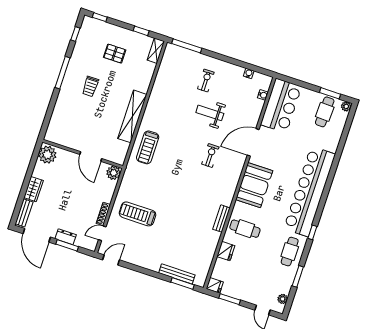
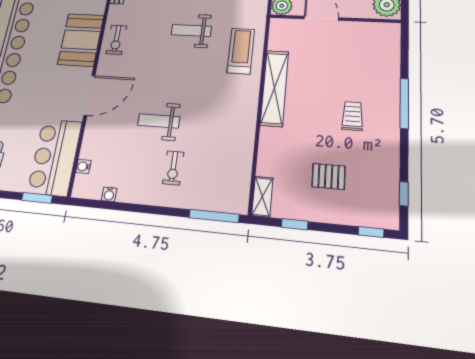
window: (63, 73) -> (404, 103), moved
window: (295, 82) -> (37, 198), added
weight bench: (210, 113) -> (159, 121), turned 180
exercise bike: (210, 156) -> (116, 40), moved
weight bench: (177, 171) -> (191, 31), added

